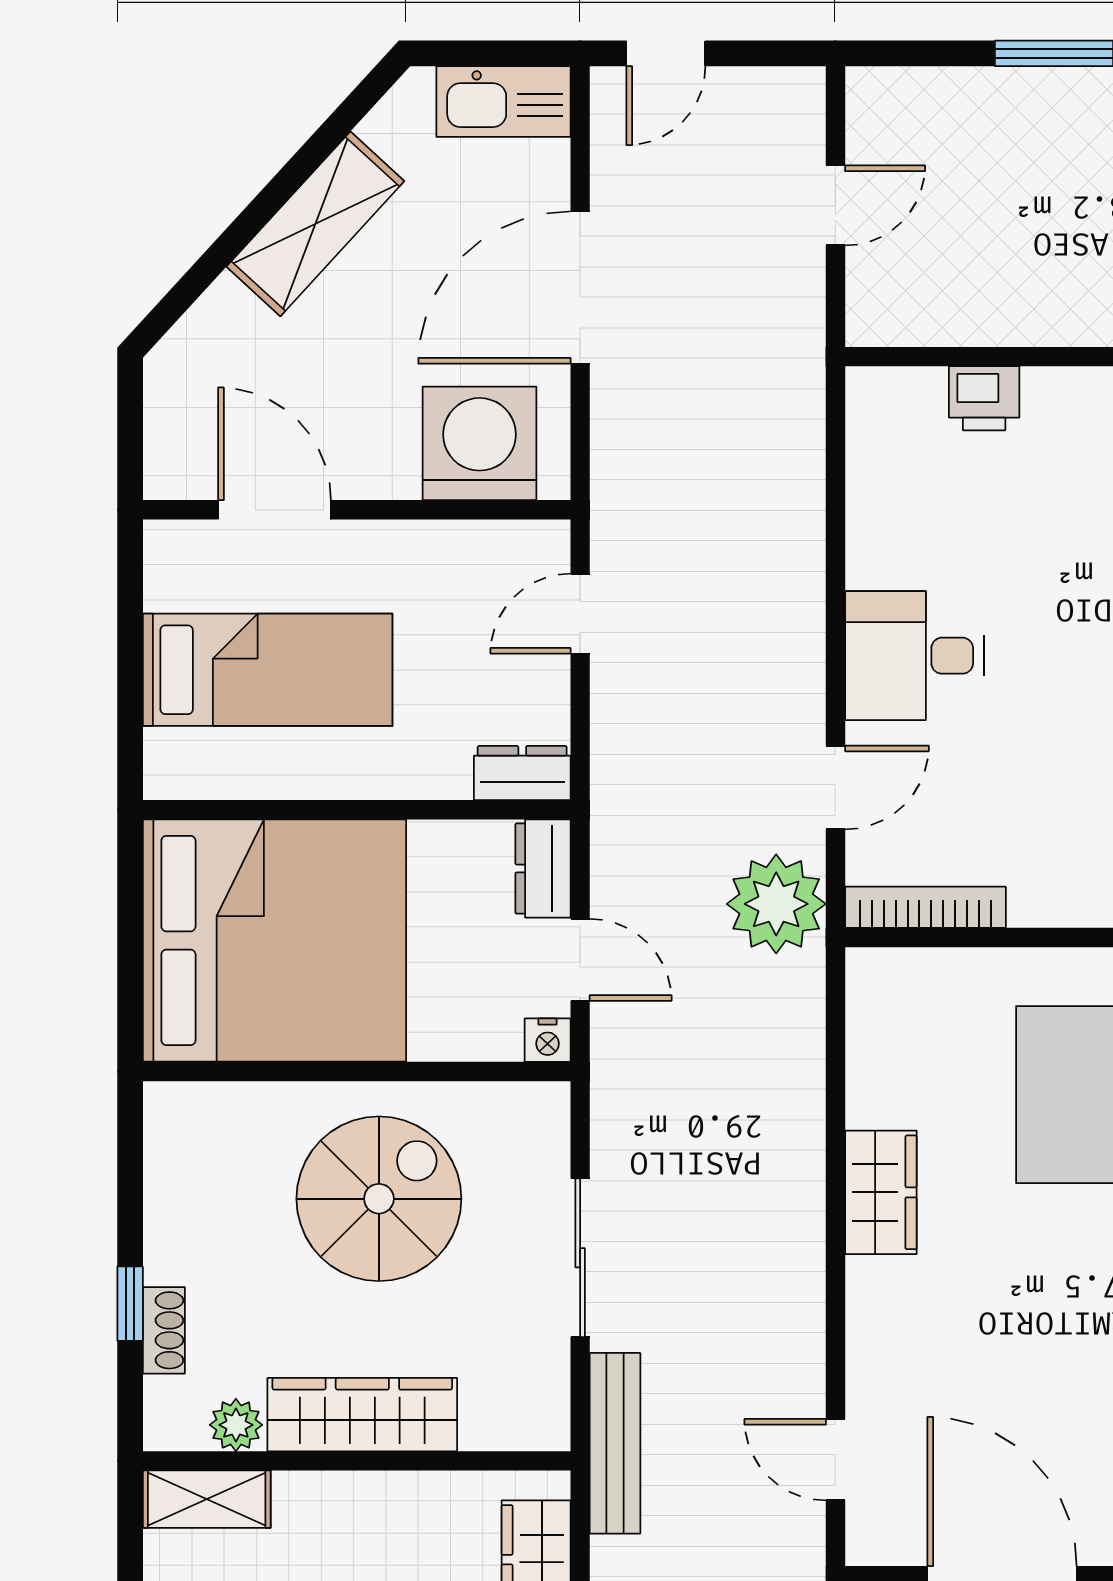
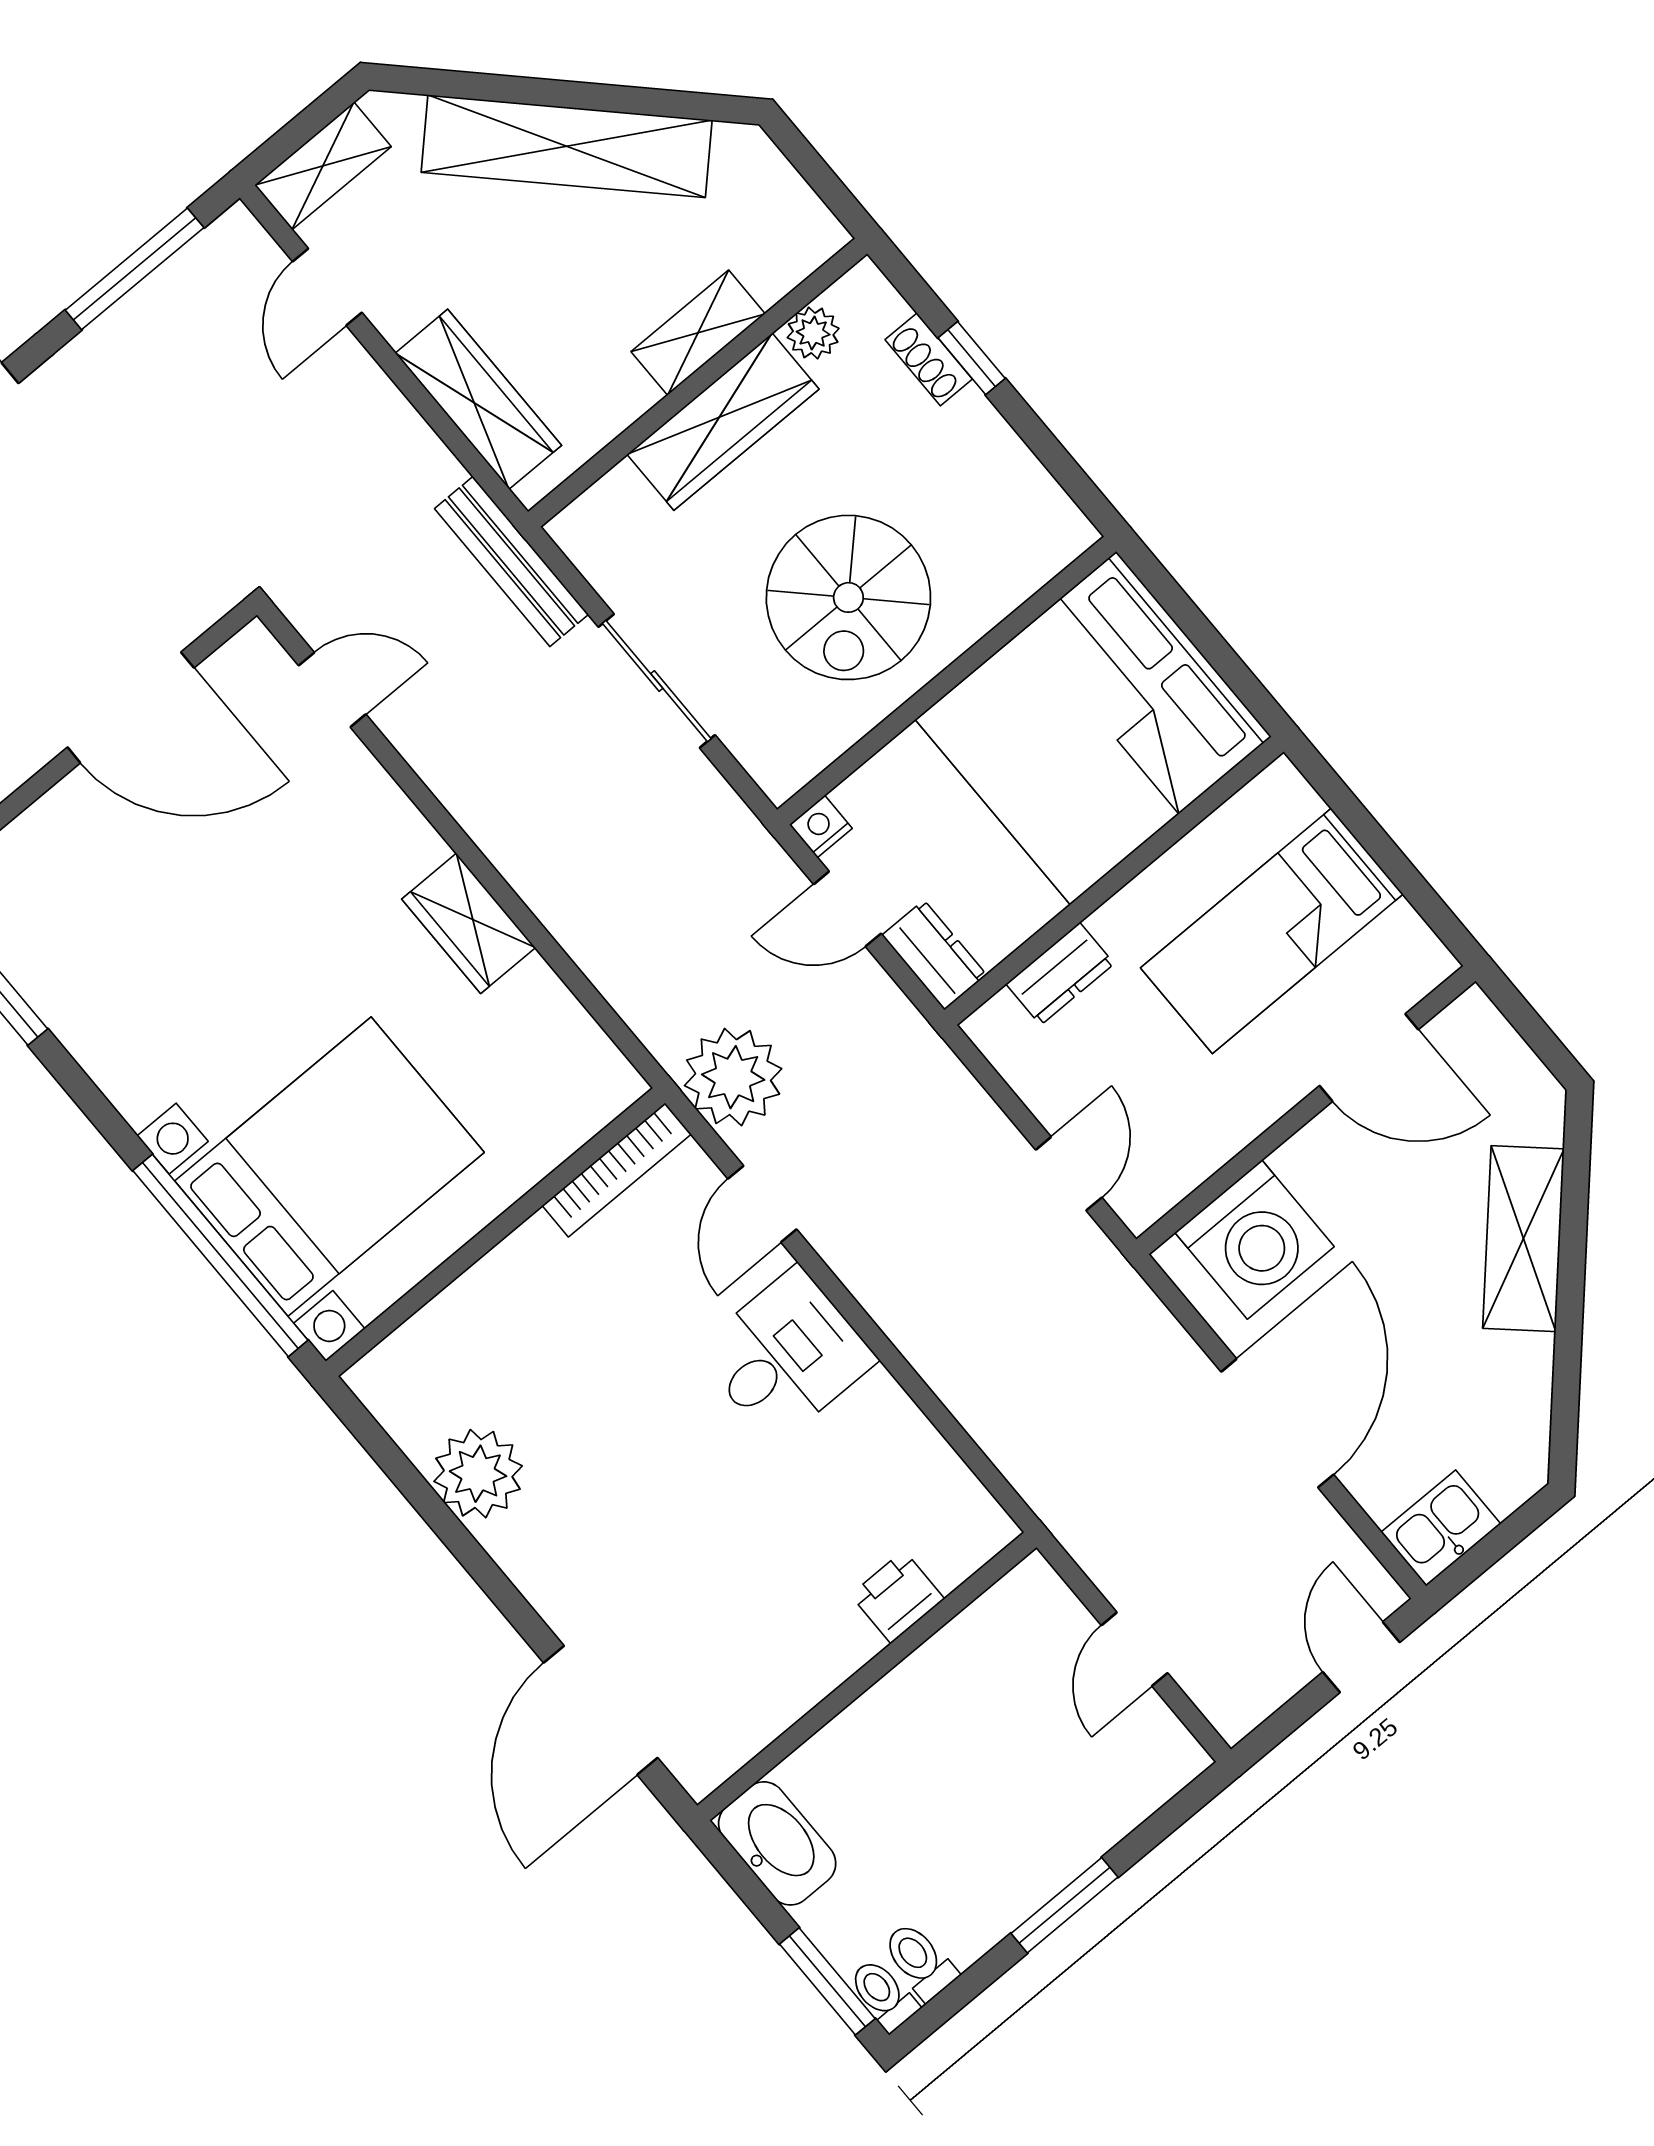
kitchen sink: (503, 102) -> (1441, 1528), width x0.73
shelving: (315, 224) -> (1523, 1239), moved
dresser: (522, 773) -> (1060, 974), moved
shelving: (207, 1499) -> (698, 333), moved

